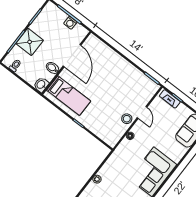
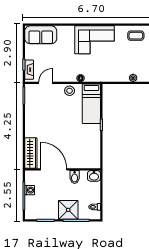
wardrobe: (100, 47) -> (31, 153), added
door: (72, 56) -> (54, 169), hinge flipped
bed: (69, 96) -> (91, 104), moved, turned 180
door: (142, 112) -> (46, 83), moved

